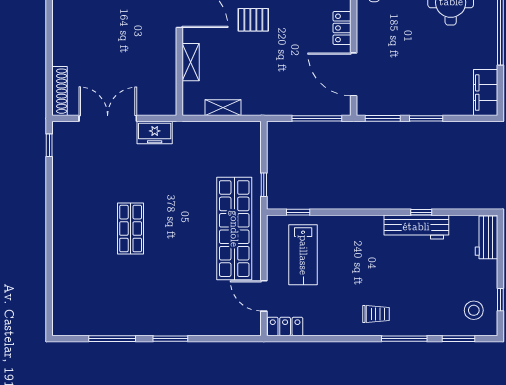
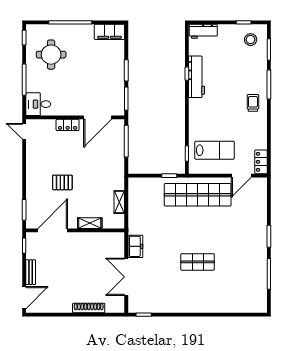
pallet: (253, 20) -> (62, 182), turned 90
shoe rack: (60, 91) -> (89, 308), moved

